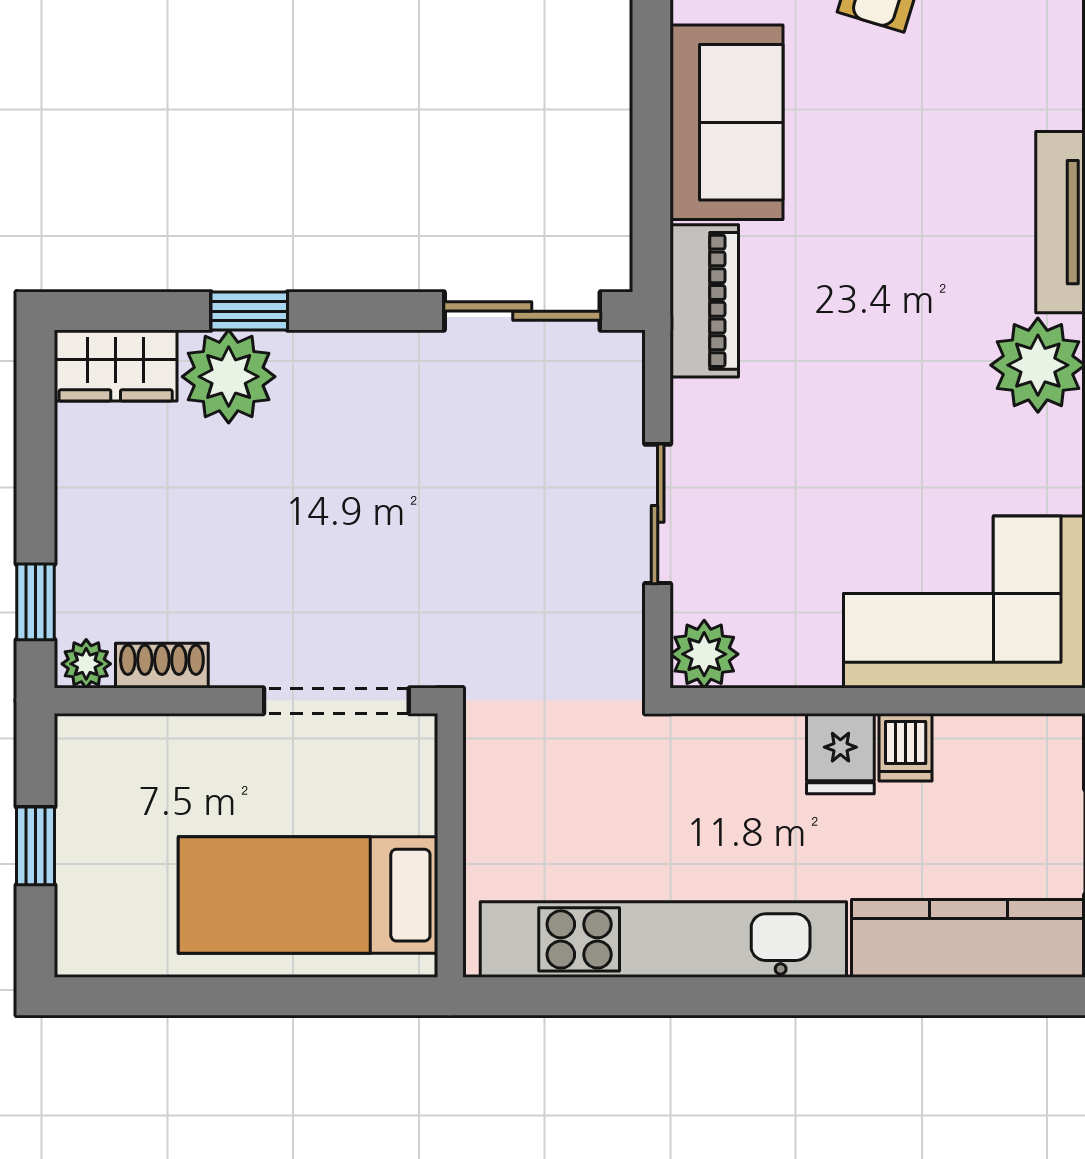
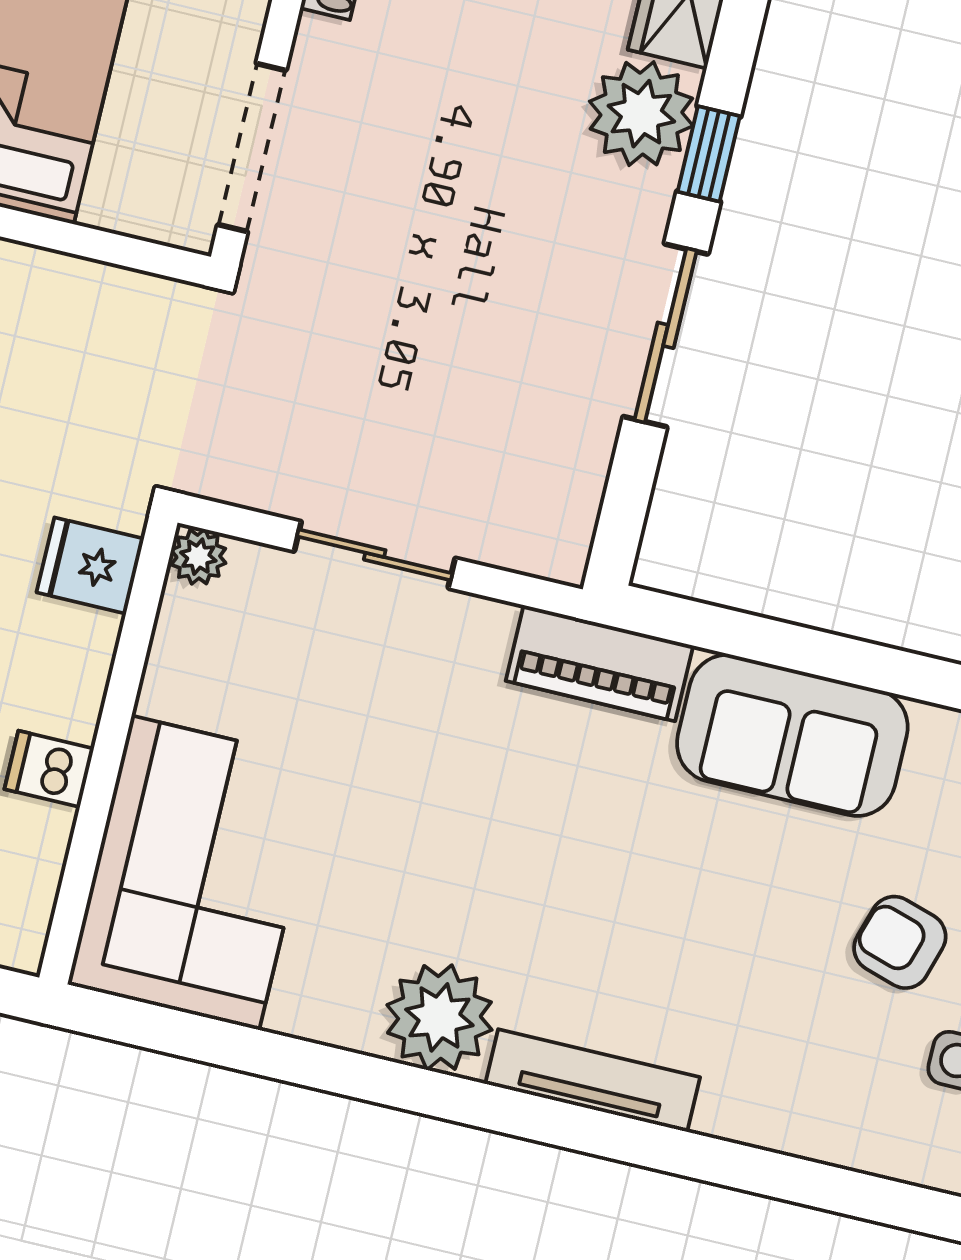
sliding door: (522, 311) -> (666, 335), moved
plant: (704, 654) -> (198, 557), width x0.73, depth x0.73
fridge: (840, 754) -> (90, 566), moved

